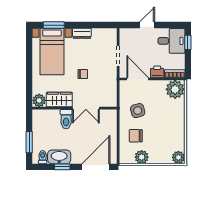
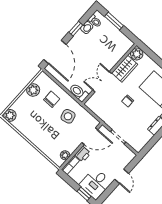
plant: (175, 89) -> (65, 155), width x0.53, depth x0.53
toilet: (66, 119) -> (79, 92), moved
washbasin: (59, 157) -> (87, 28), width x0.52, depth x0.69

